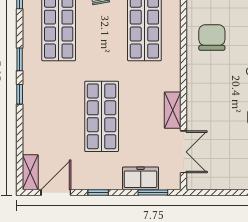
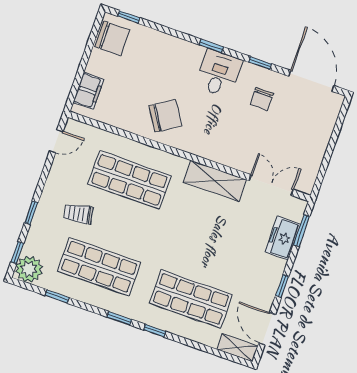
chair: (212, 37) -> (165, 116), turned 148
shelving: (173, 110) -> (215, 181), width x1.50, depth x1.33
shop shelf: (102, 116) -> (191, 299), moved

